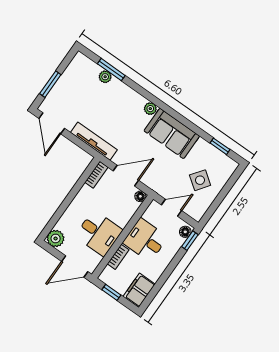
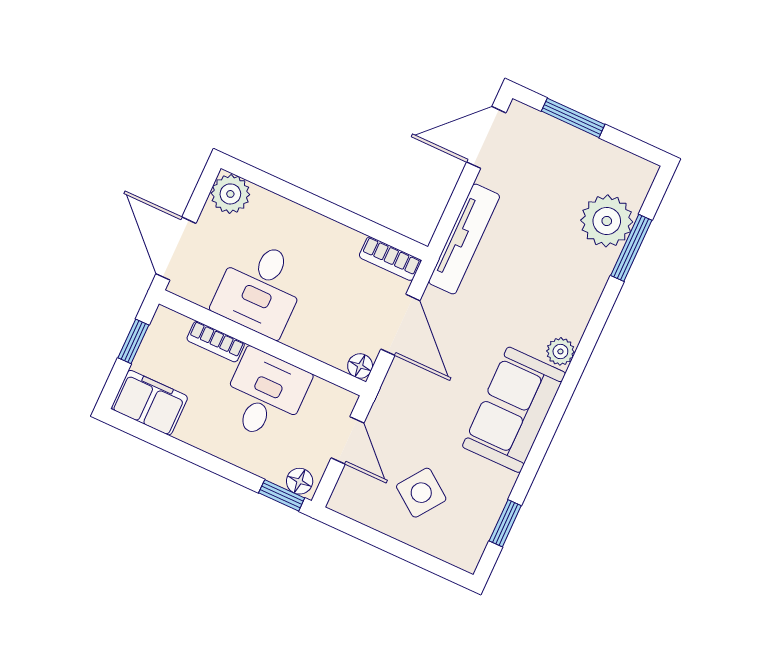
plant: (105, 77) -> (607, 221), width x1.88, depth x1.88

